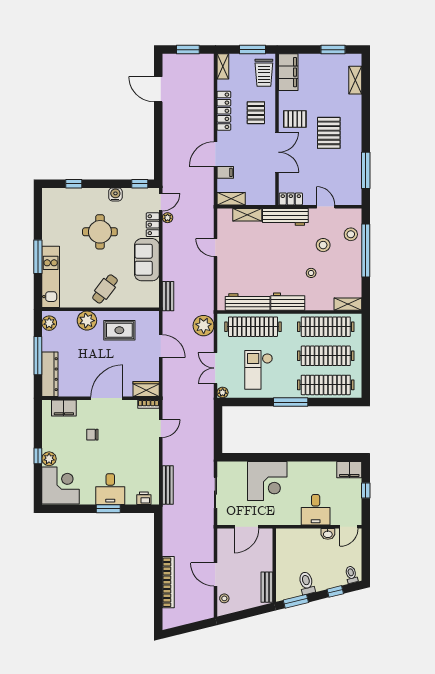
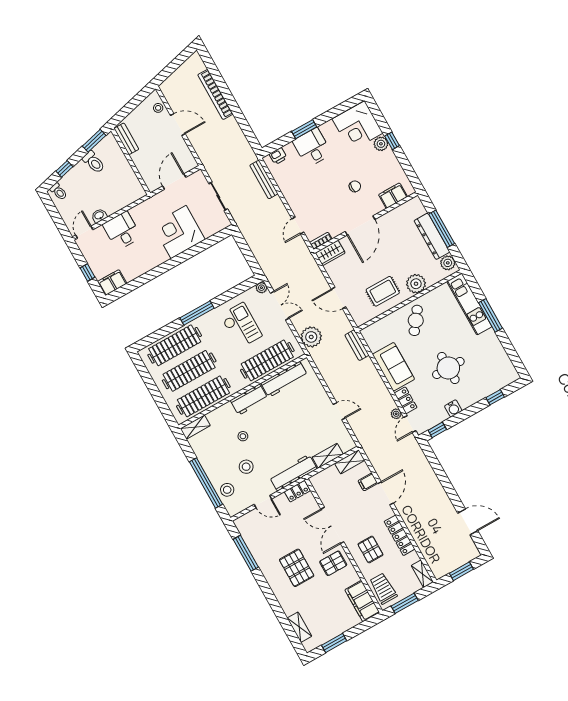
dresser: (50, 374) -> (432, 236), moved

